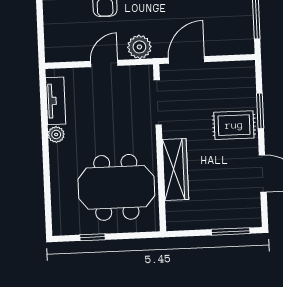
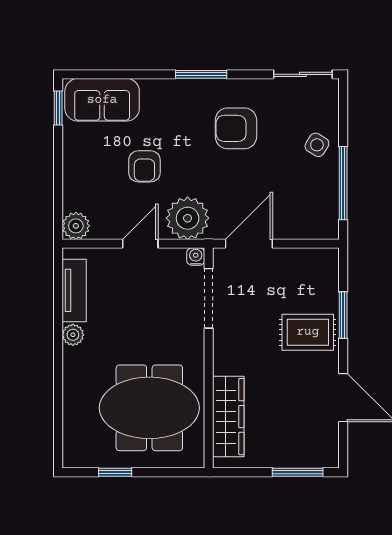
plant: (139, 47) -> (188, 218), width x1.36, depth x1.36
plant: (55, 52) -> (76, 226), added
water cooler: (147, 71) -> (196, 257), added
wardrobe: (175, 170) -> (228, 417), moved

